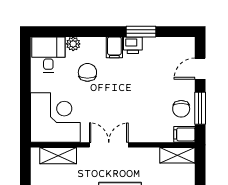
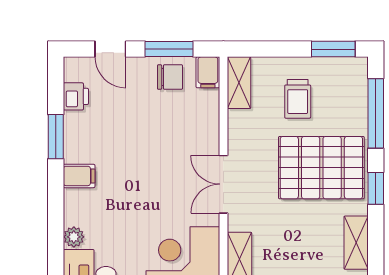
printer: (133, 45) -> (76, 96), moved
chair: (87, 72) -> (116, 216), removed

